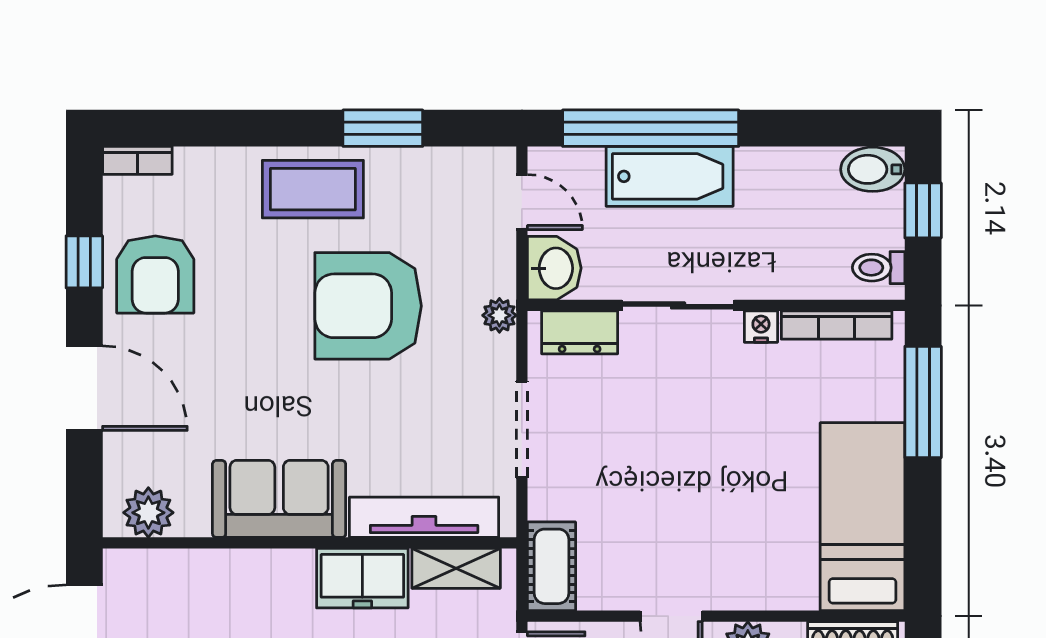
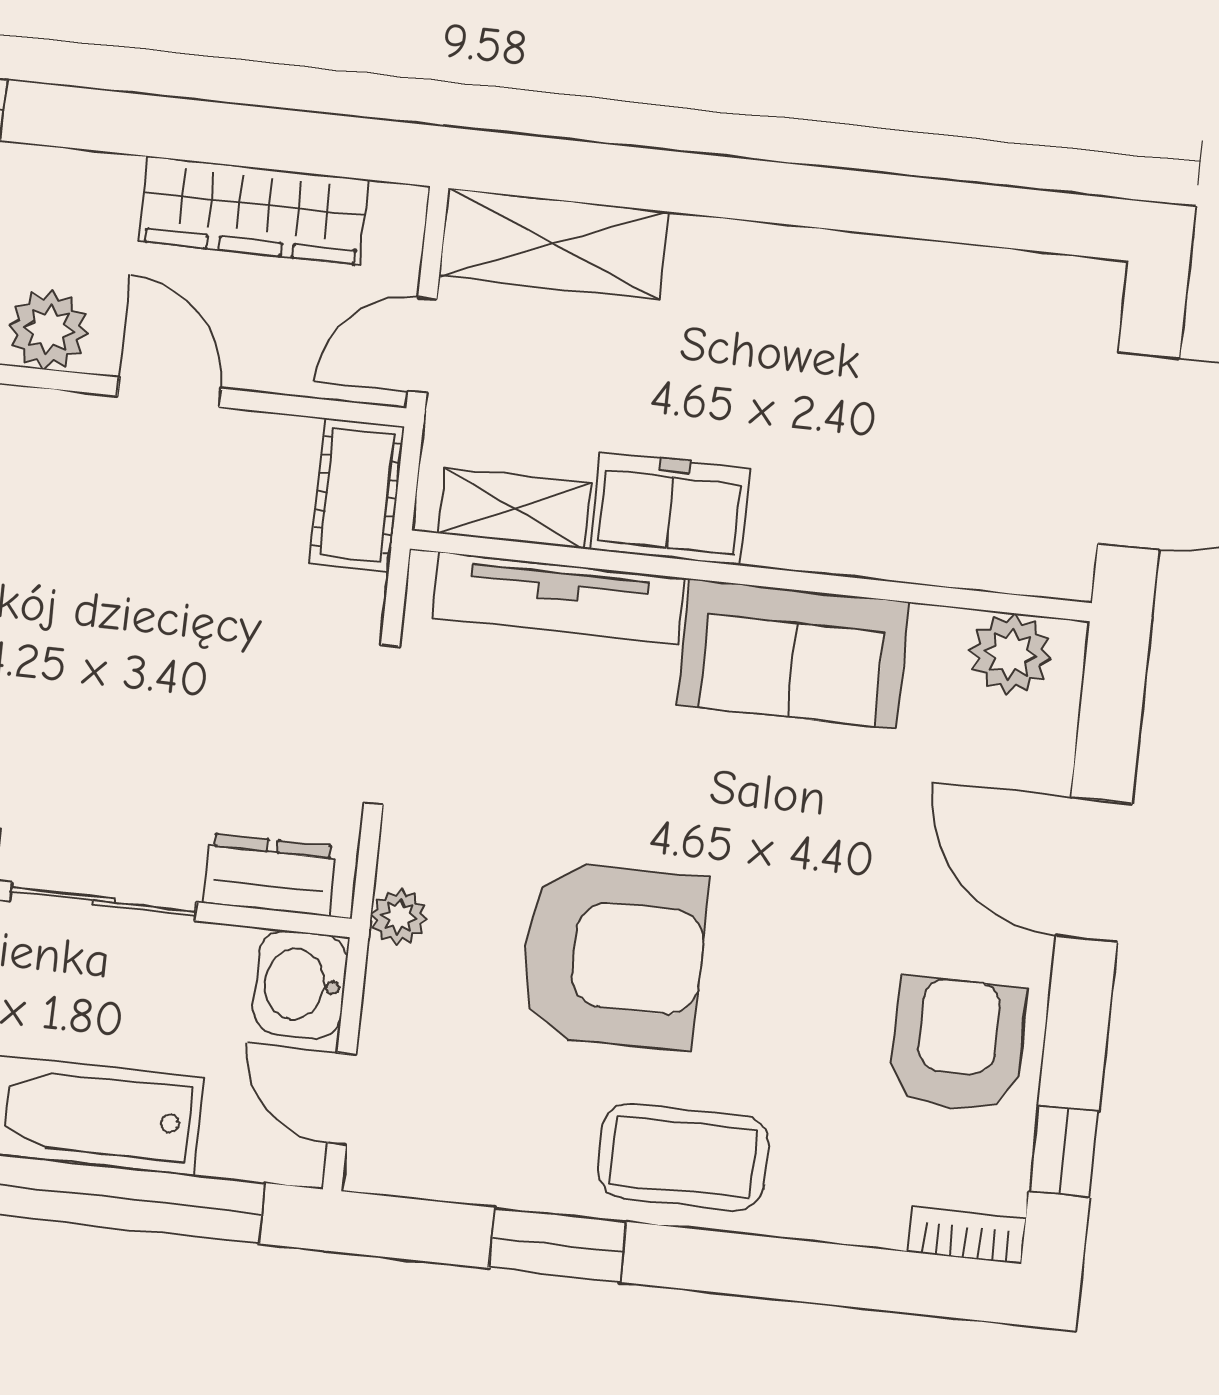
window: (84, 262) -> (1064, 1151), moved

